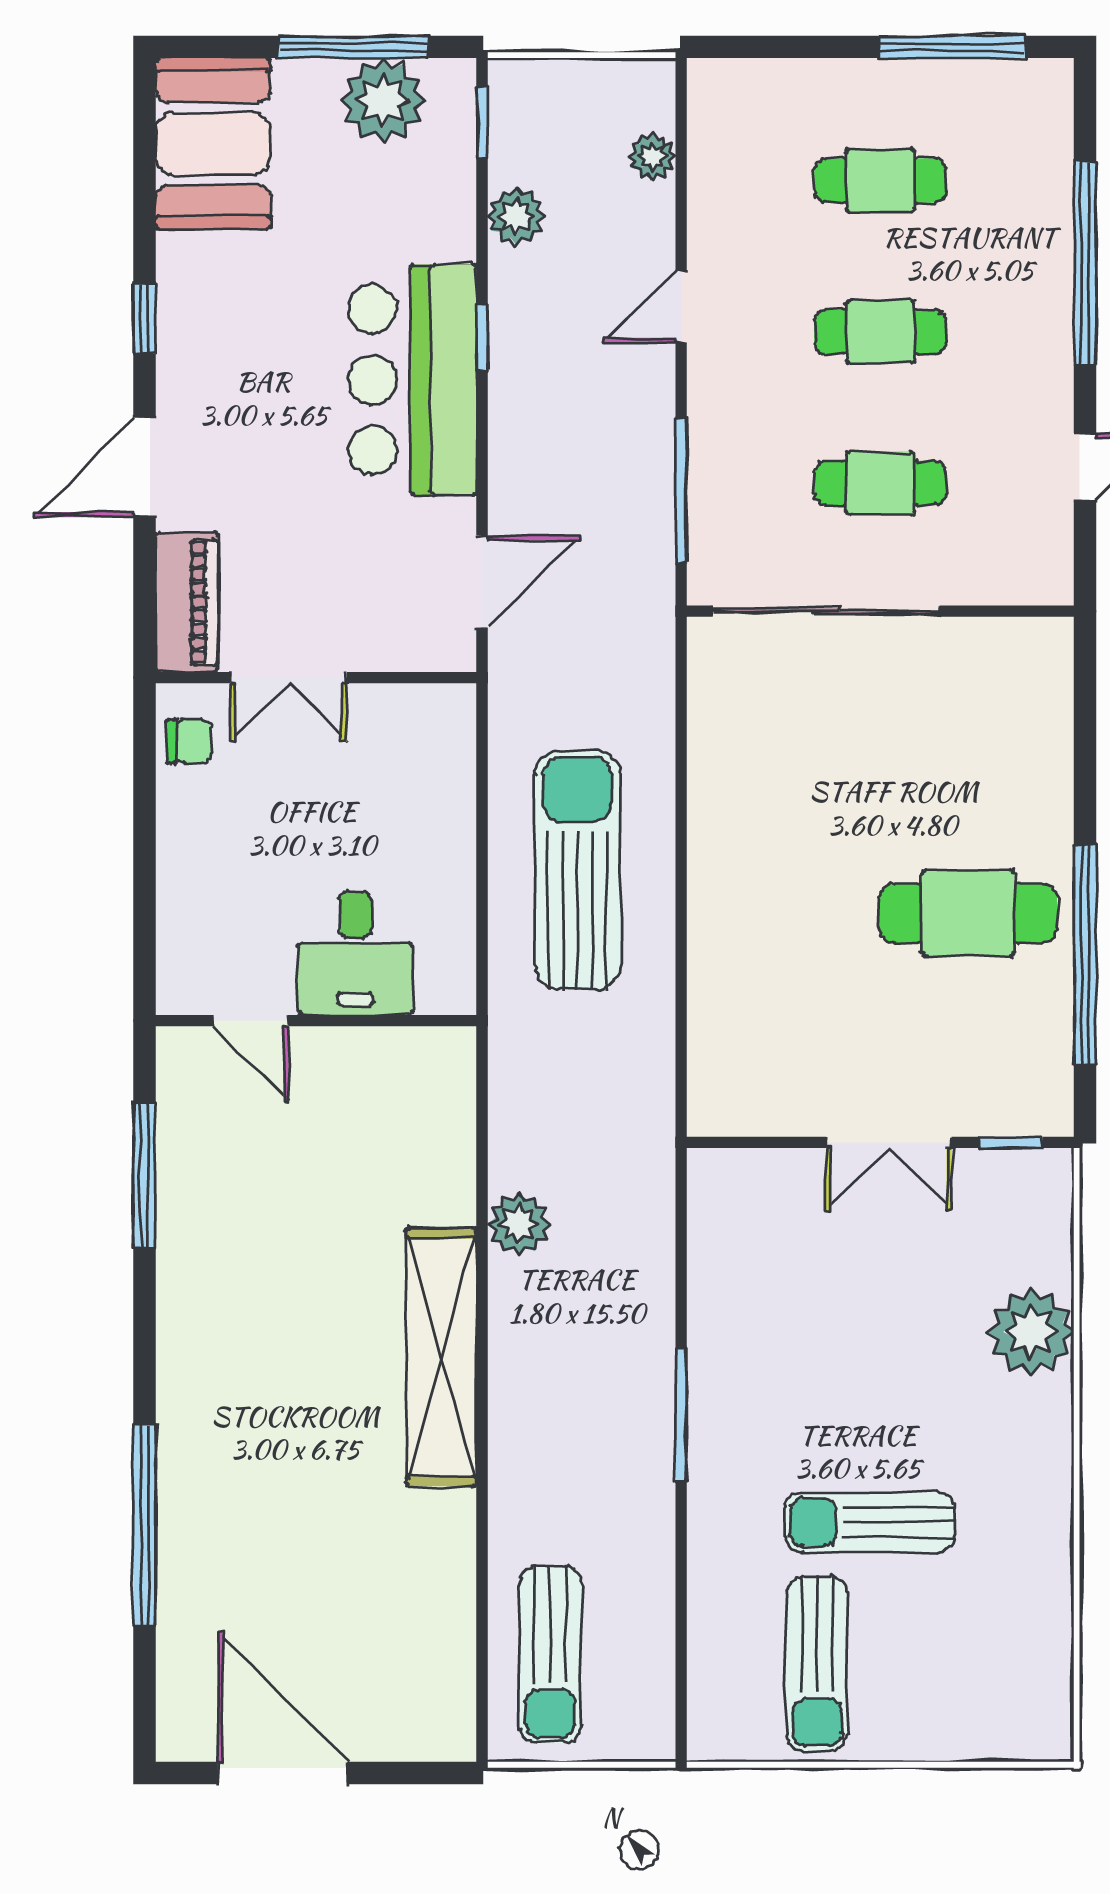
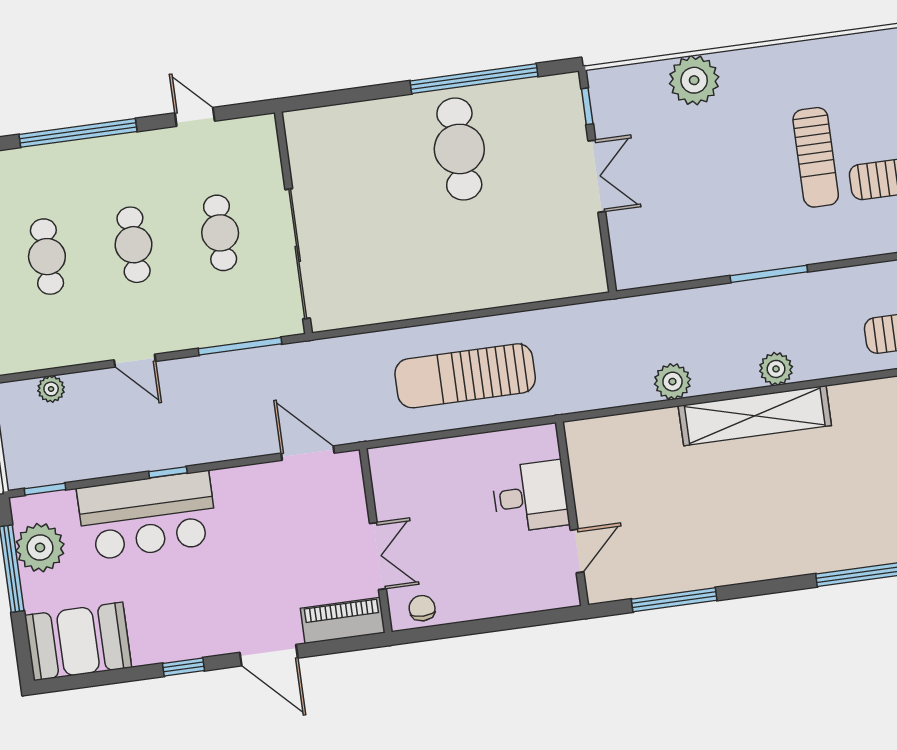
plant: (516, 216) -> (776, 369), moved
bar counter: (412, 380) -> (147, 516), moved

